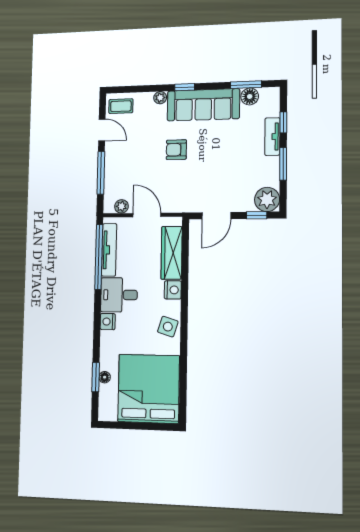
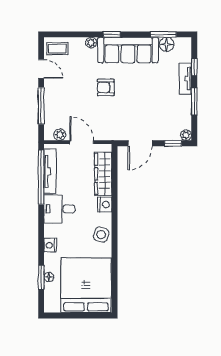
plant: (267, 199) -> (186, 135), width x0.53, depth x0.53
nightstand: (108, 322) -> (50, 245), moved

